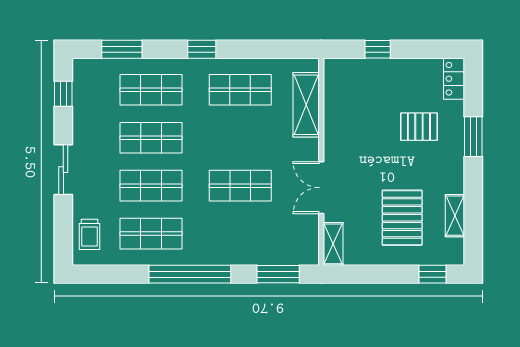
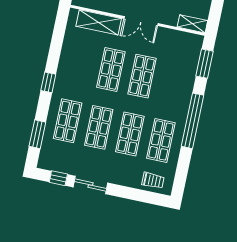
shop shelf: (240, 90) -> (111, 70), moved
sliding door: (63, 170) -> (91, 185), moved
double door: (321, 188) -> (141, 21), moved

